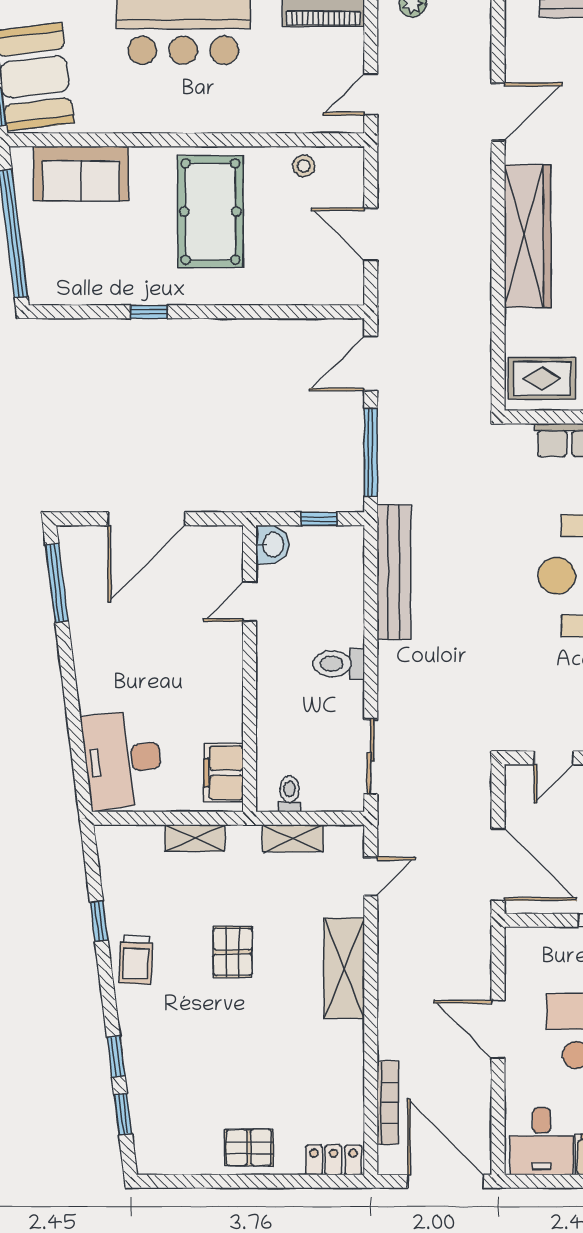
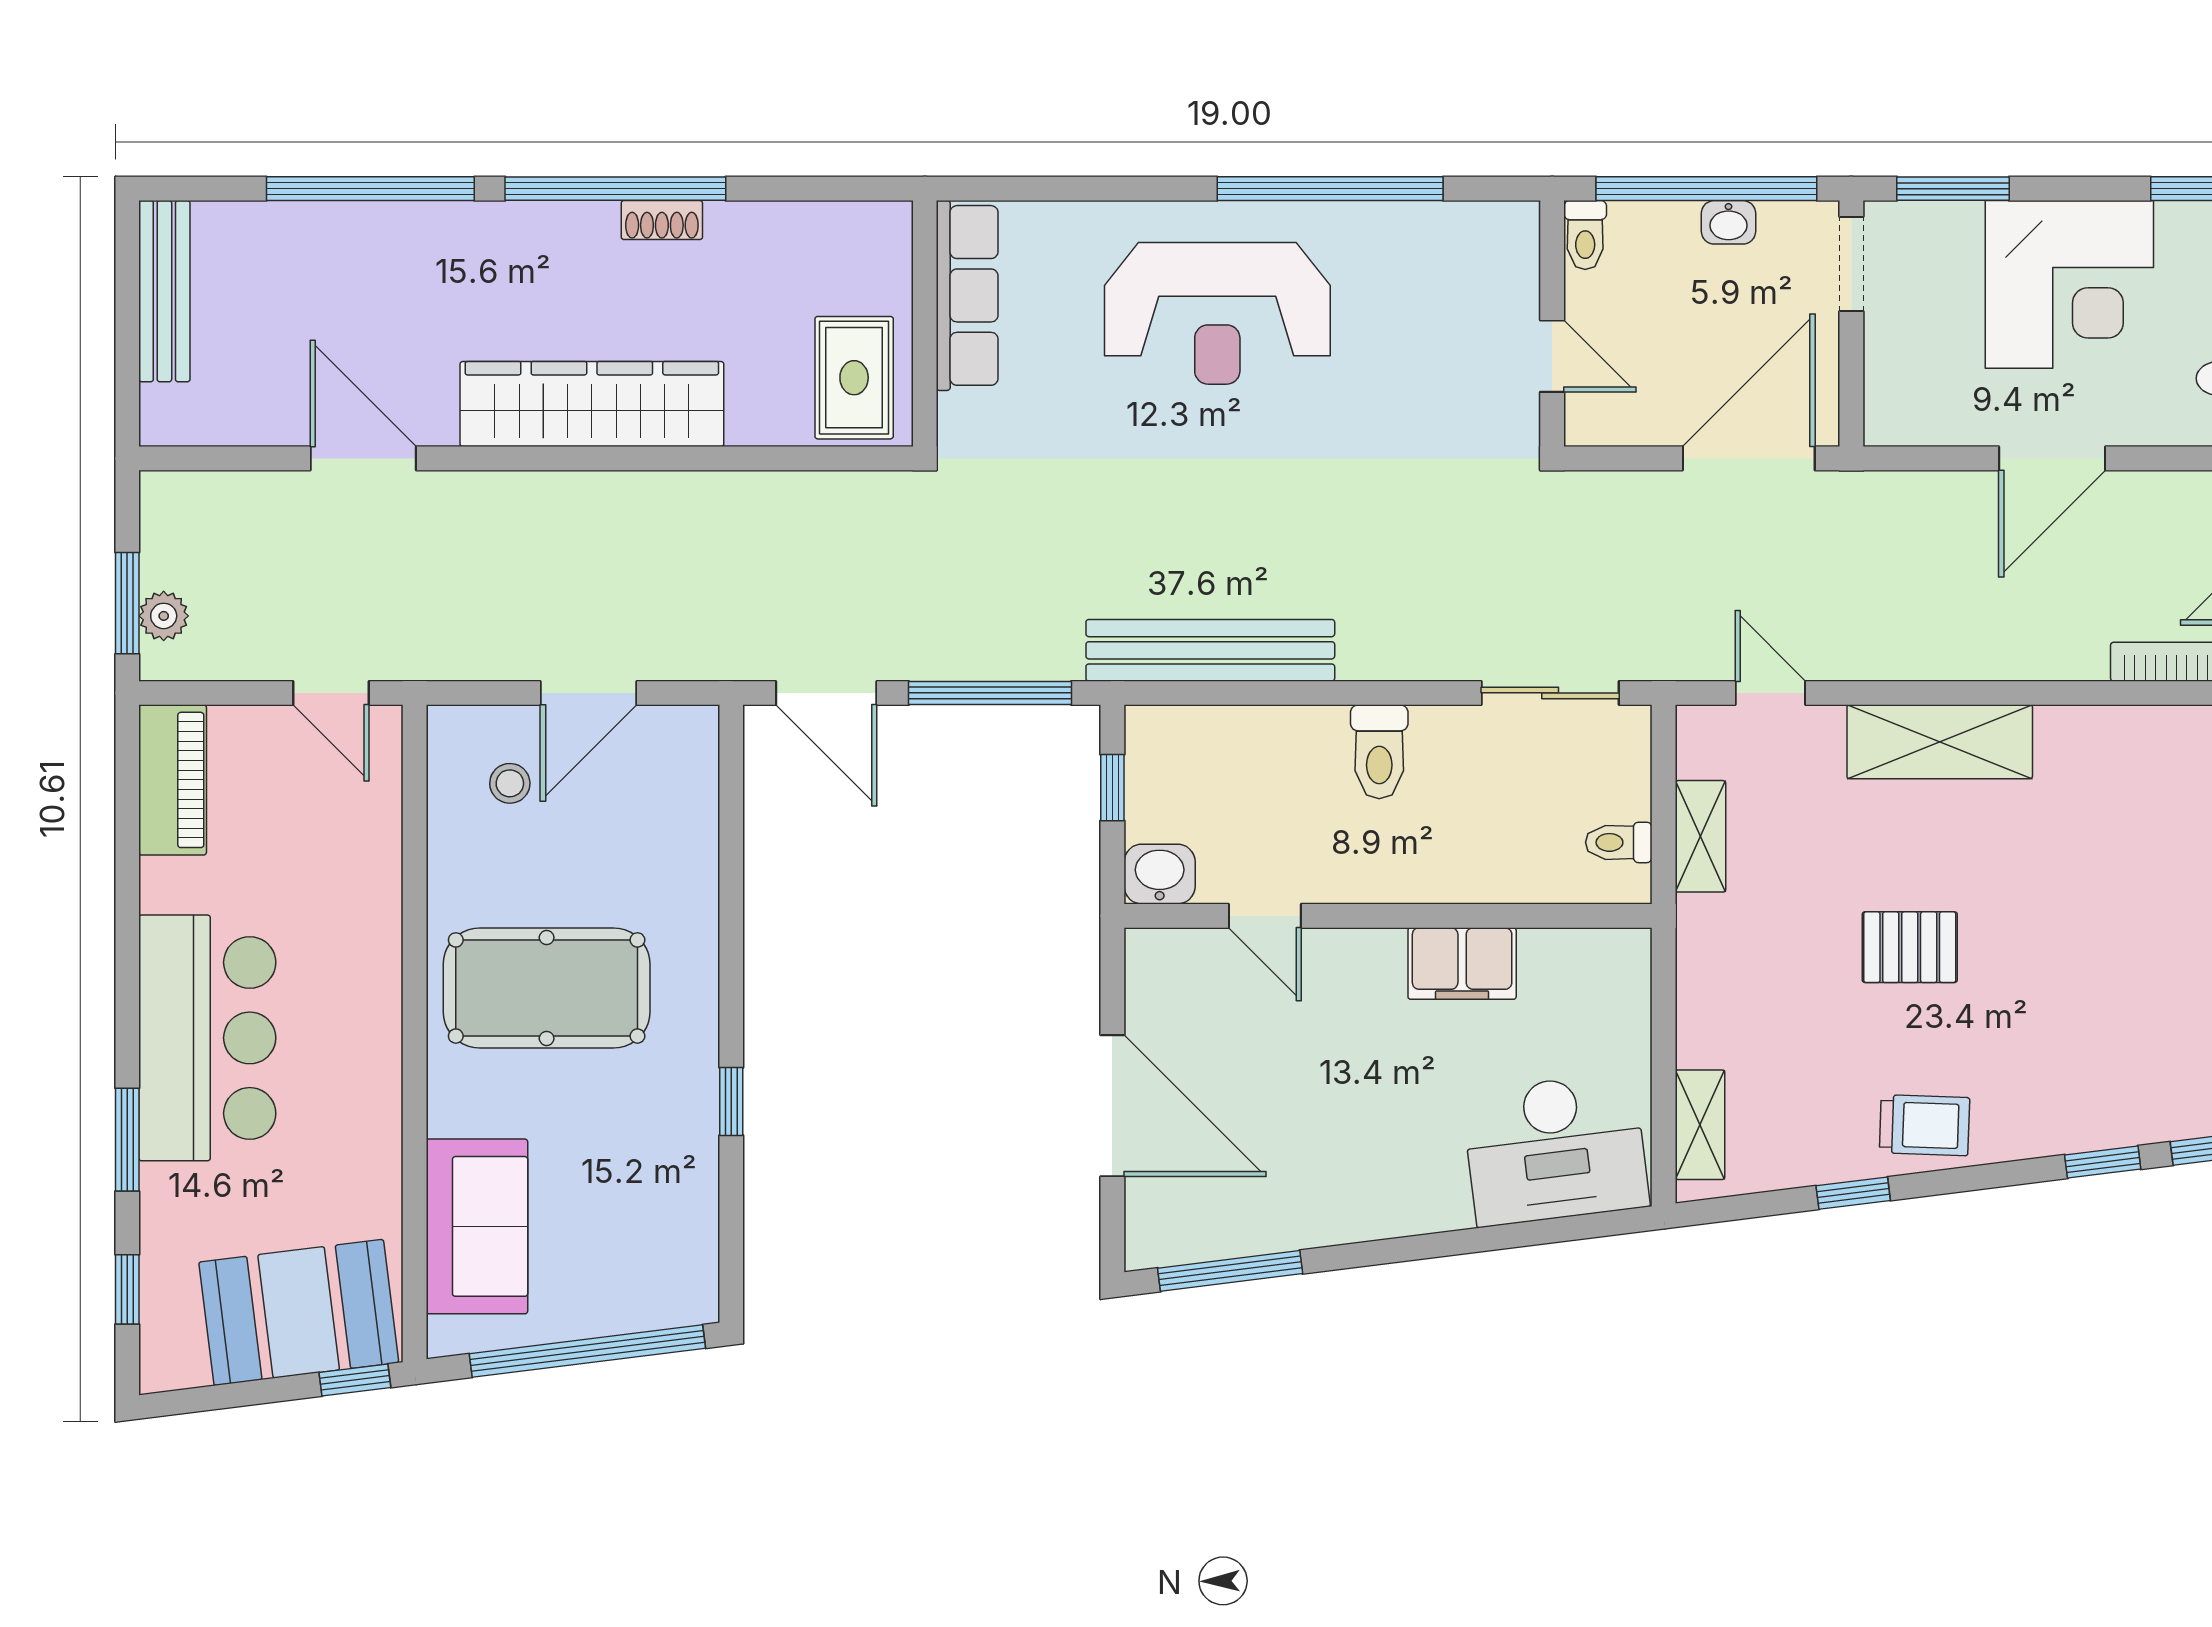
stool: (304, 166) -> (510, 783), moved
filing cabinet: (224, 773) -> (1462, 964), moved
shelving: (195, 838) -> (1700, 1125), moved

